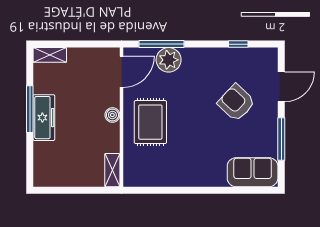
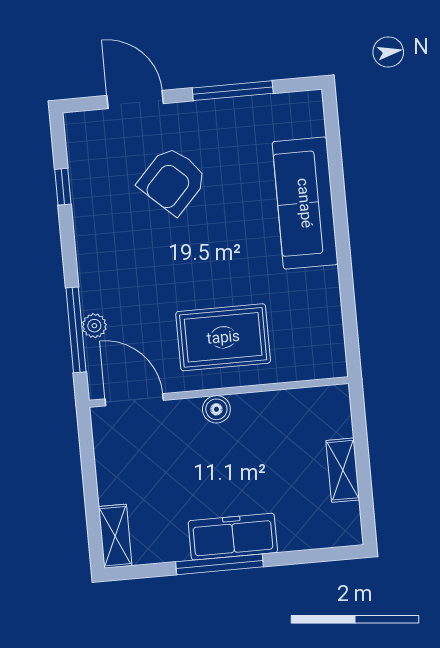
plant: (169, 60) -> (94, 326), width x0.53, depth x0.53
shelving: (112, 170) -> (343, 470), moved, turned 90
sofa: (253, 172) -> (305, 203), moved, width x1.36

